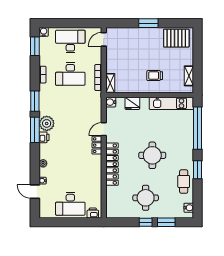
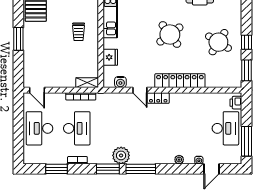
water cooler: (44, 32) -> (28, 159), removed
window: (35, 46) -> (56, 169), moved
water cooler: (111, 102) -> (120, 82), moved
plant: (47, 123) -> (121, 155), moved
printer: (44, 137) -> (149, 158), removed
round table: (152, 155) -> (170, 35), turned -37
round table: (146, 198) -> (218, 42), turned 32
window: (59, 222) -> (246, 141), added
window: (166, 222) -> (246, 70), moved

